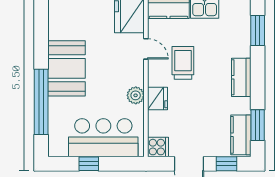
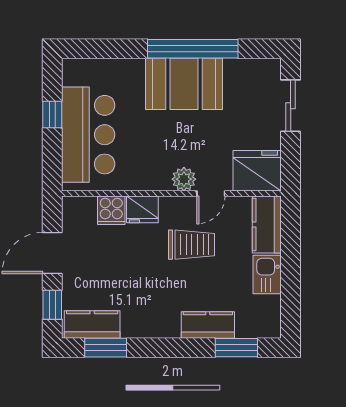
kitchen counter: (241, 77) -> (208, 325), moved
plant: (136, 95) -> (184, 179), moved
window: (41, 102) -> (193, 49), moved
cooker: (158, 147) -> (111, 210), moved

